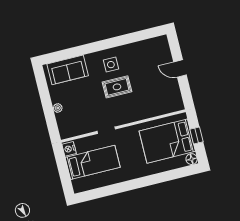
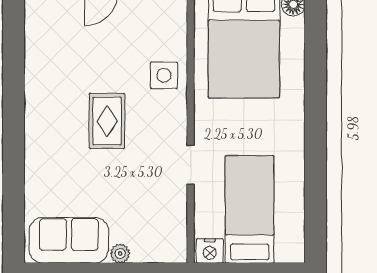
side table: (111, 65) -> (164, 75), moved
sofa: (68, 70) -> (69, 240), moved, turned -90

